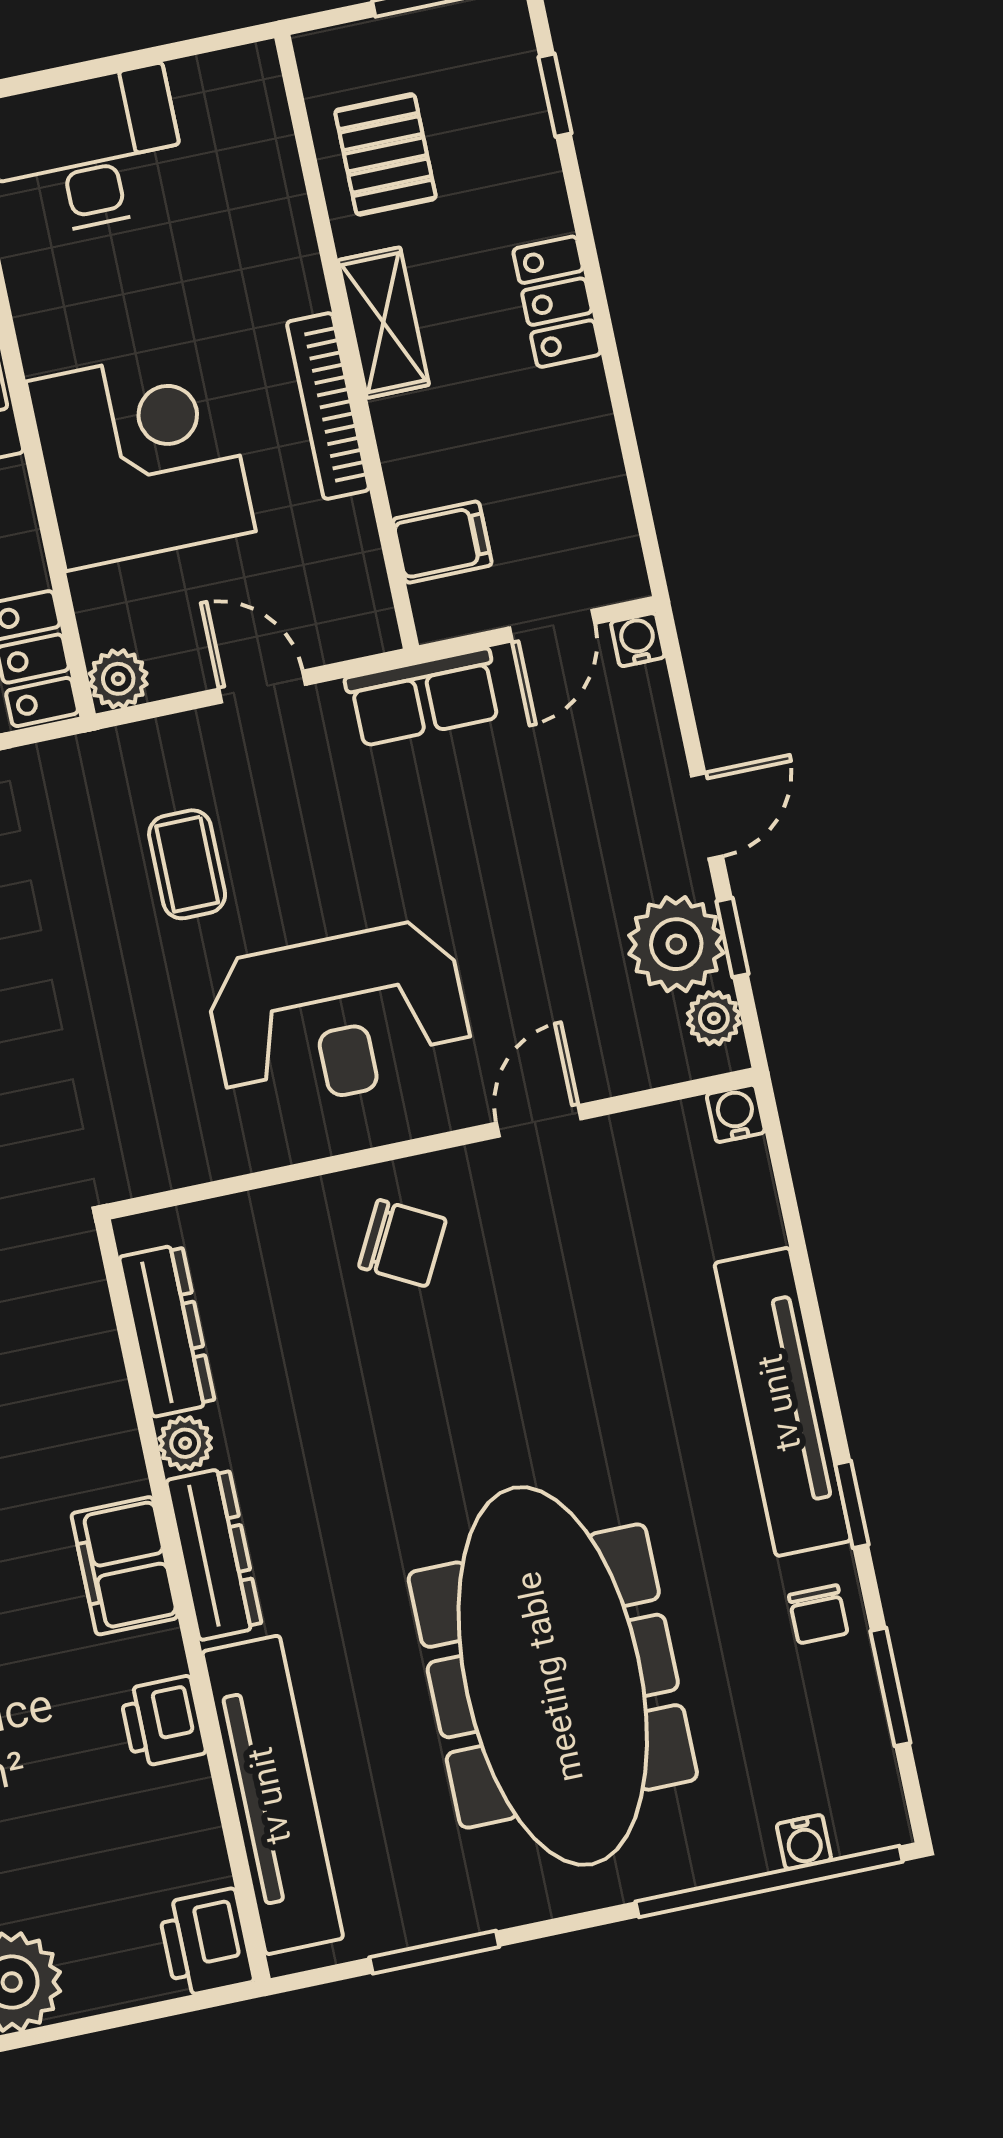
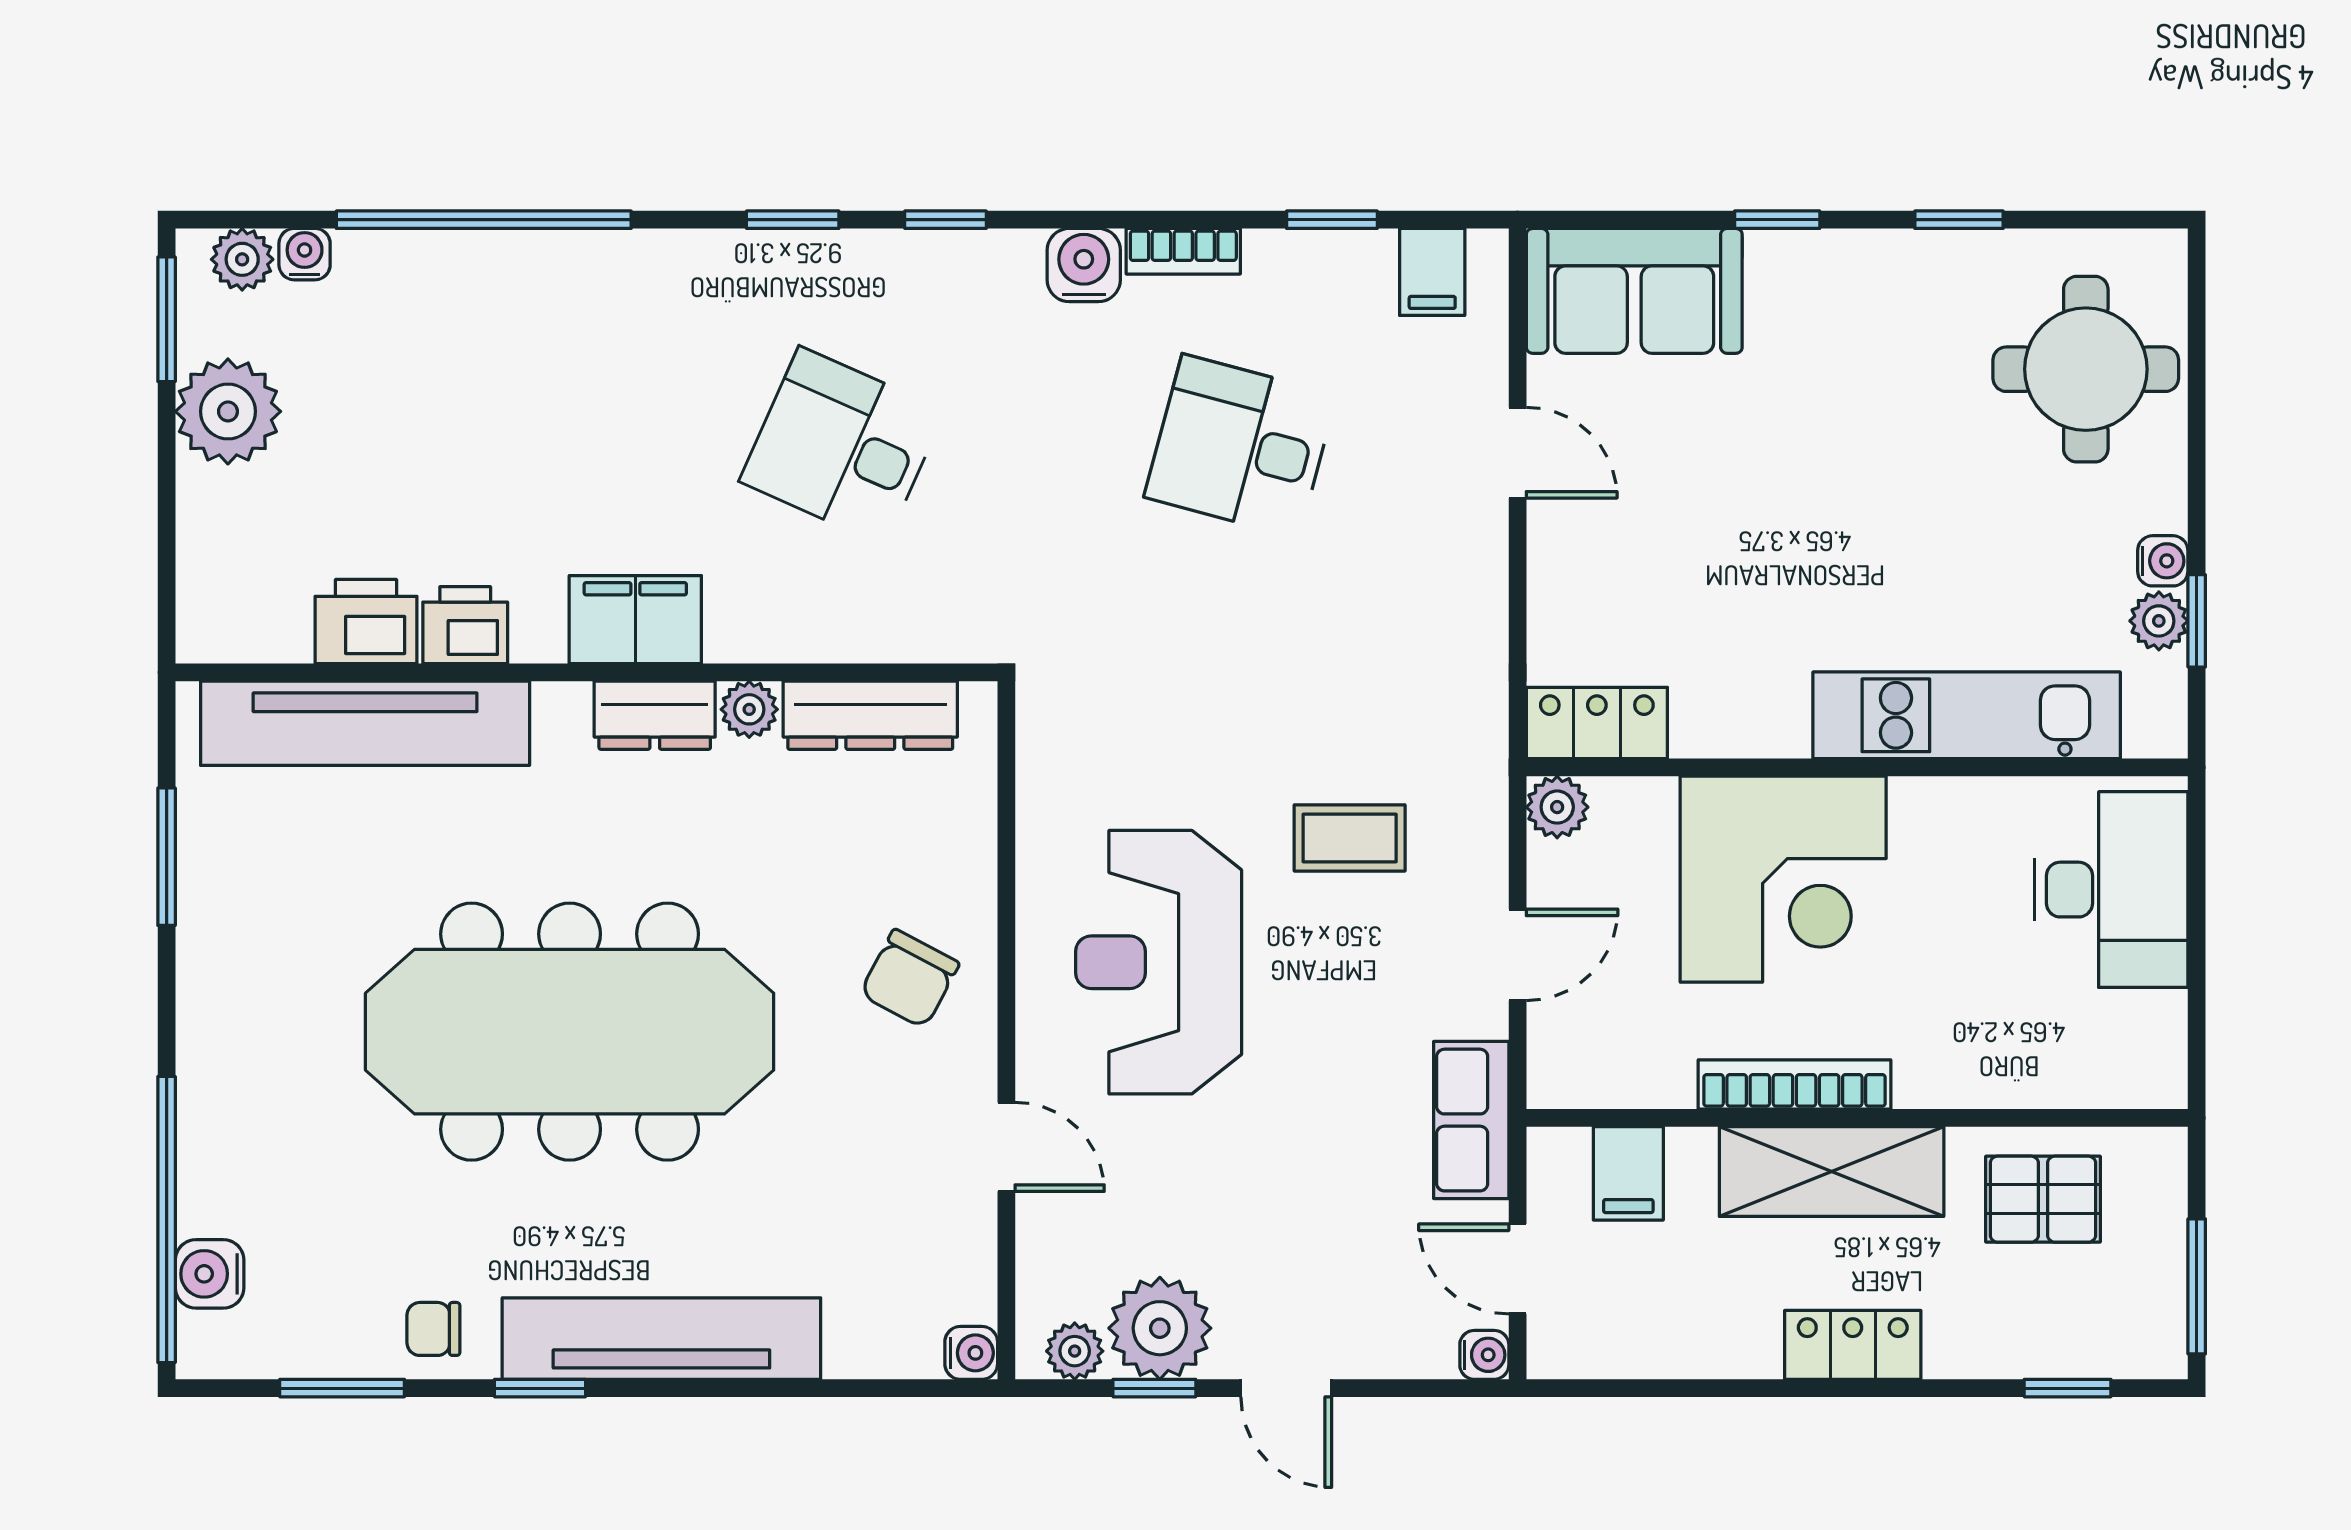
shelving: (383, 323) -> (1832, 1172), width x1.50, depth x1.33
dresser: (214, 1554) -> (655, 715), width x0.70
meeting table: (553, 1676) -> (570, 1032), moved
water cooler: (804, 1842) -> (210, 1274), width x1.38, depth x1.38
printer: (206, 1943) -> (366, 622), moved

